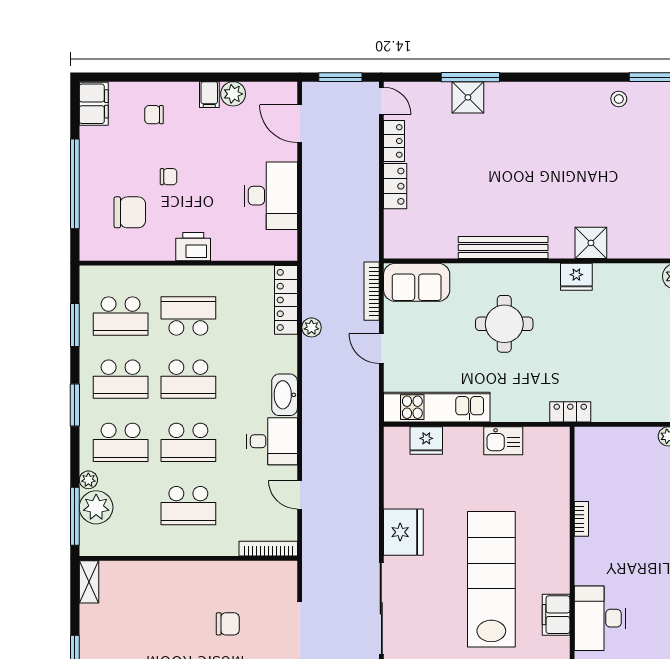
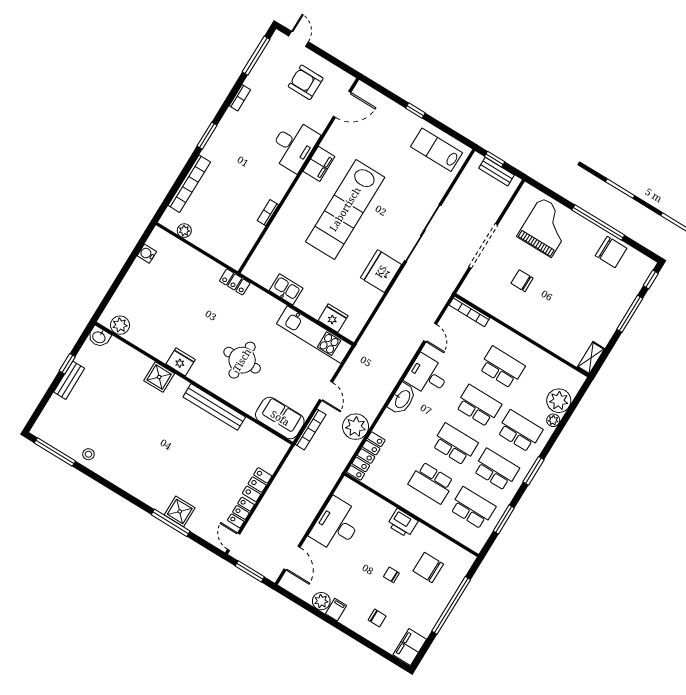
plant: (311, 327) -> (356, 427), width x1.88, depth x1.88
window: (75, 516) -> (575, 403), removed

